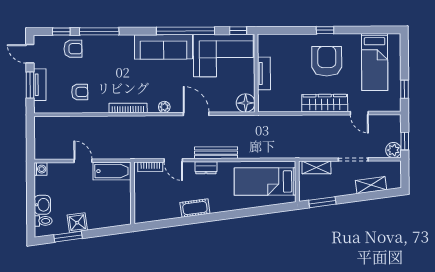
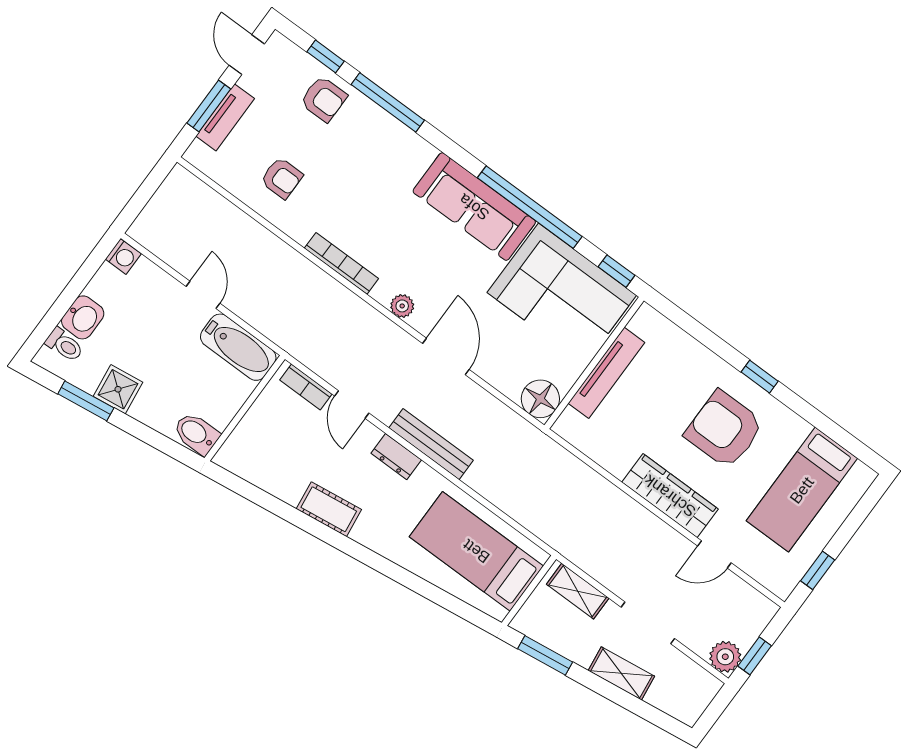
armchair: (327, 61) -> (724, 429), turned -90
tv unit: (264, 73) -> (606, 373), width x1.41
door: (359, 113) -> (714, 554), hinge flipped
shelving: (371, 185) -> (621, 673), moved
bidet: (121, 217) -> (196, 433), added

